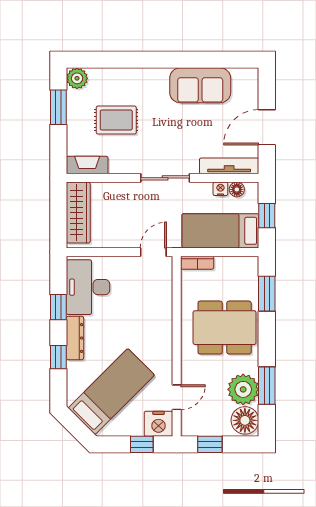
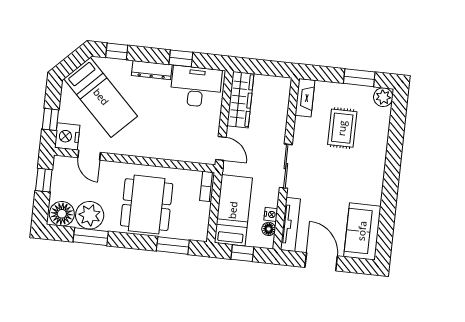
sofa: (200, 85) -> (362, 231), moved
wardrobe: (78, 213) -> (240, 100), moved, turned -90
window: (58, 357) -> (117, 51), moved

